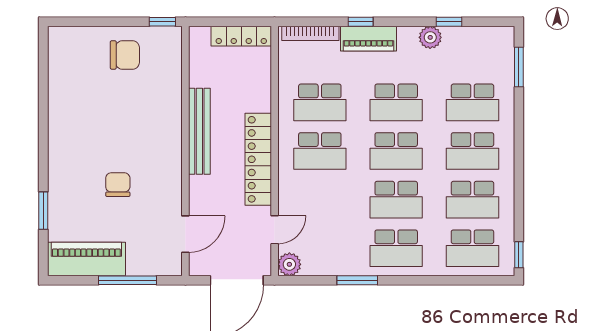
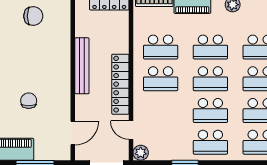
door: (275, 230) -> (131, 130), swing flipped

